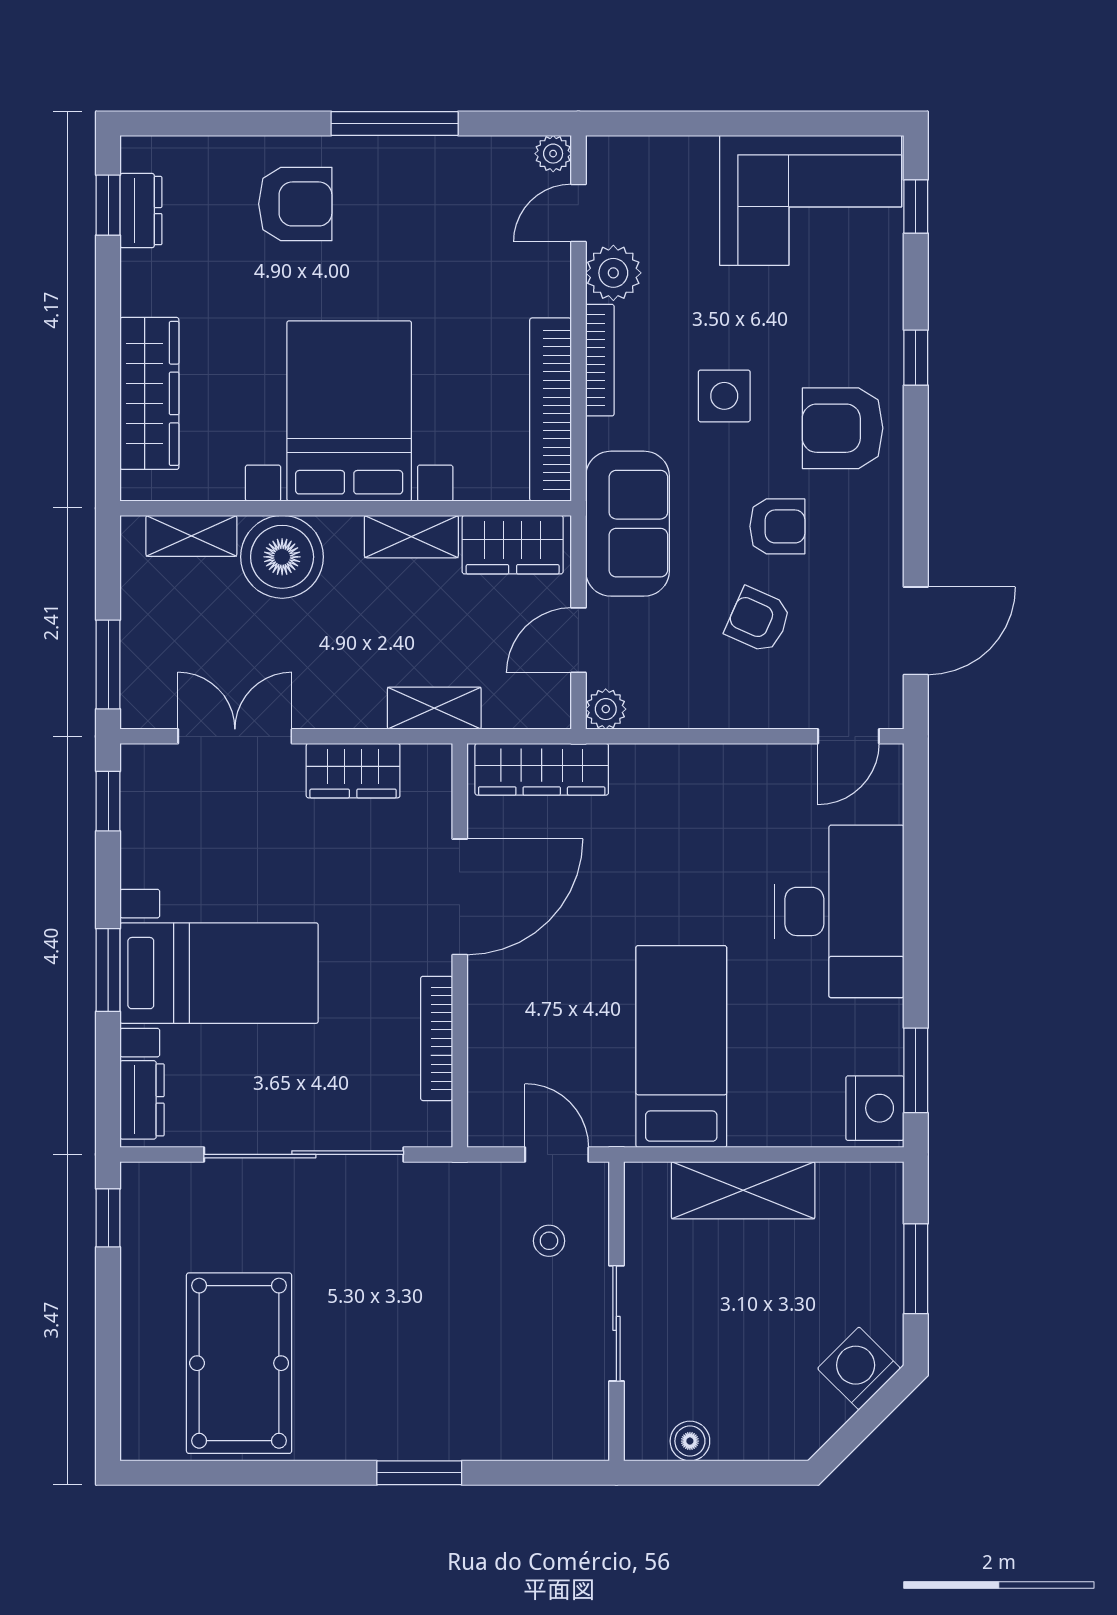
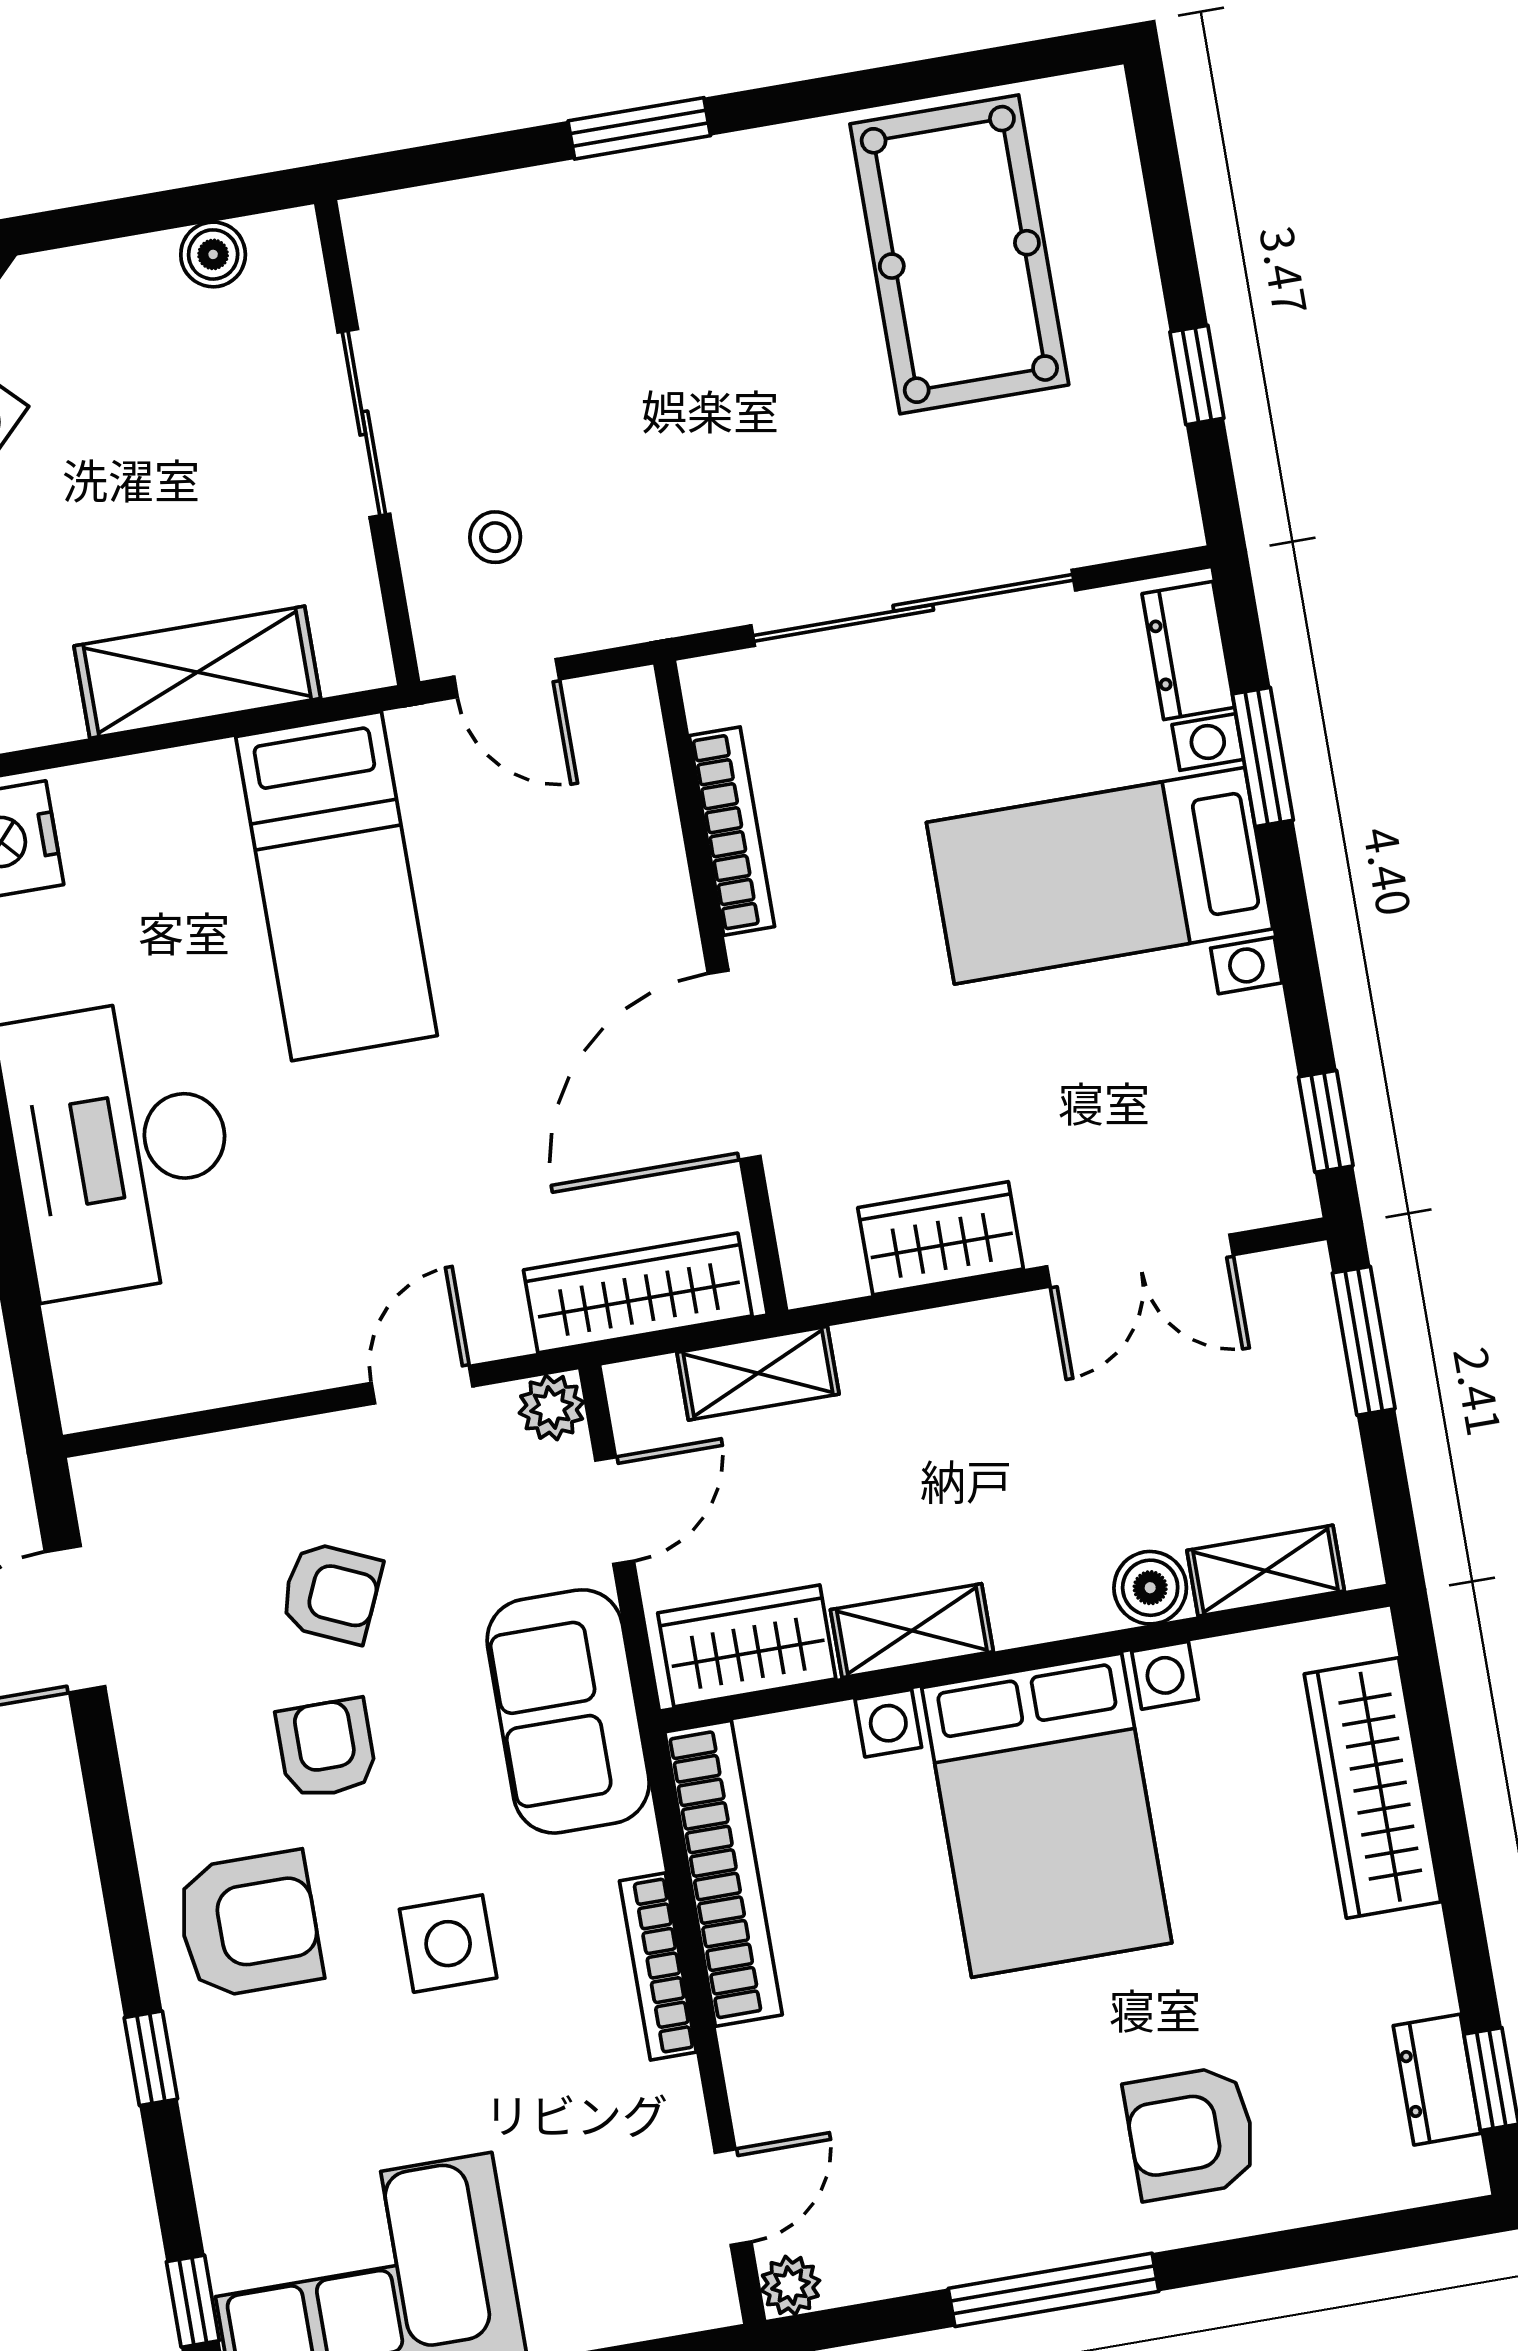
plant: (613, 273) -> (661, 2111), removed
armchair: (777, 526) -> (326, 1748), turned 90
boiler: (282, 557) -> (1150, 1588), width x0.54, depth x0.54
shelving: (434, 708) -> (758, 1373), moved
door: (848, 736) -> (422, 1385), moved
window: (108, 970) -> (1263, 757), moved
window: (108, 1218) -> (1197, 375), moved

